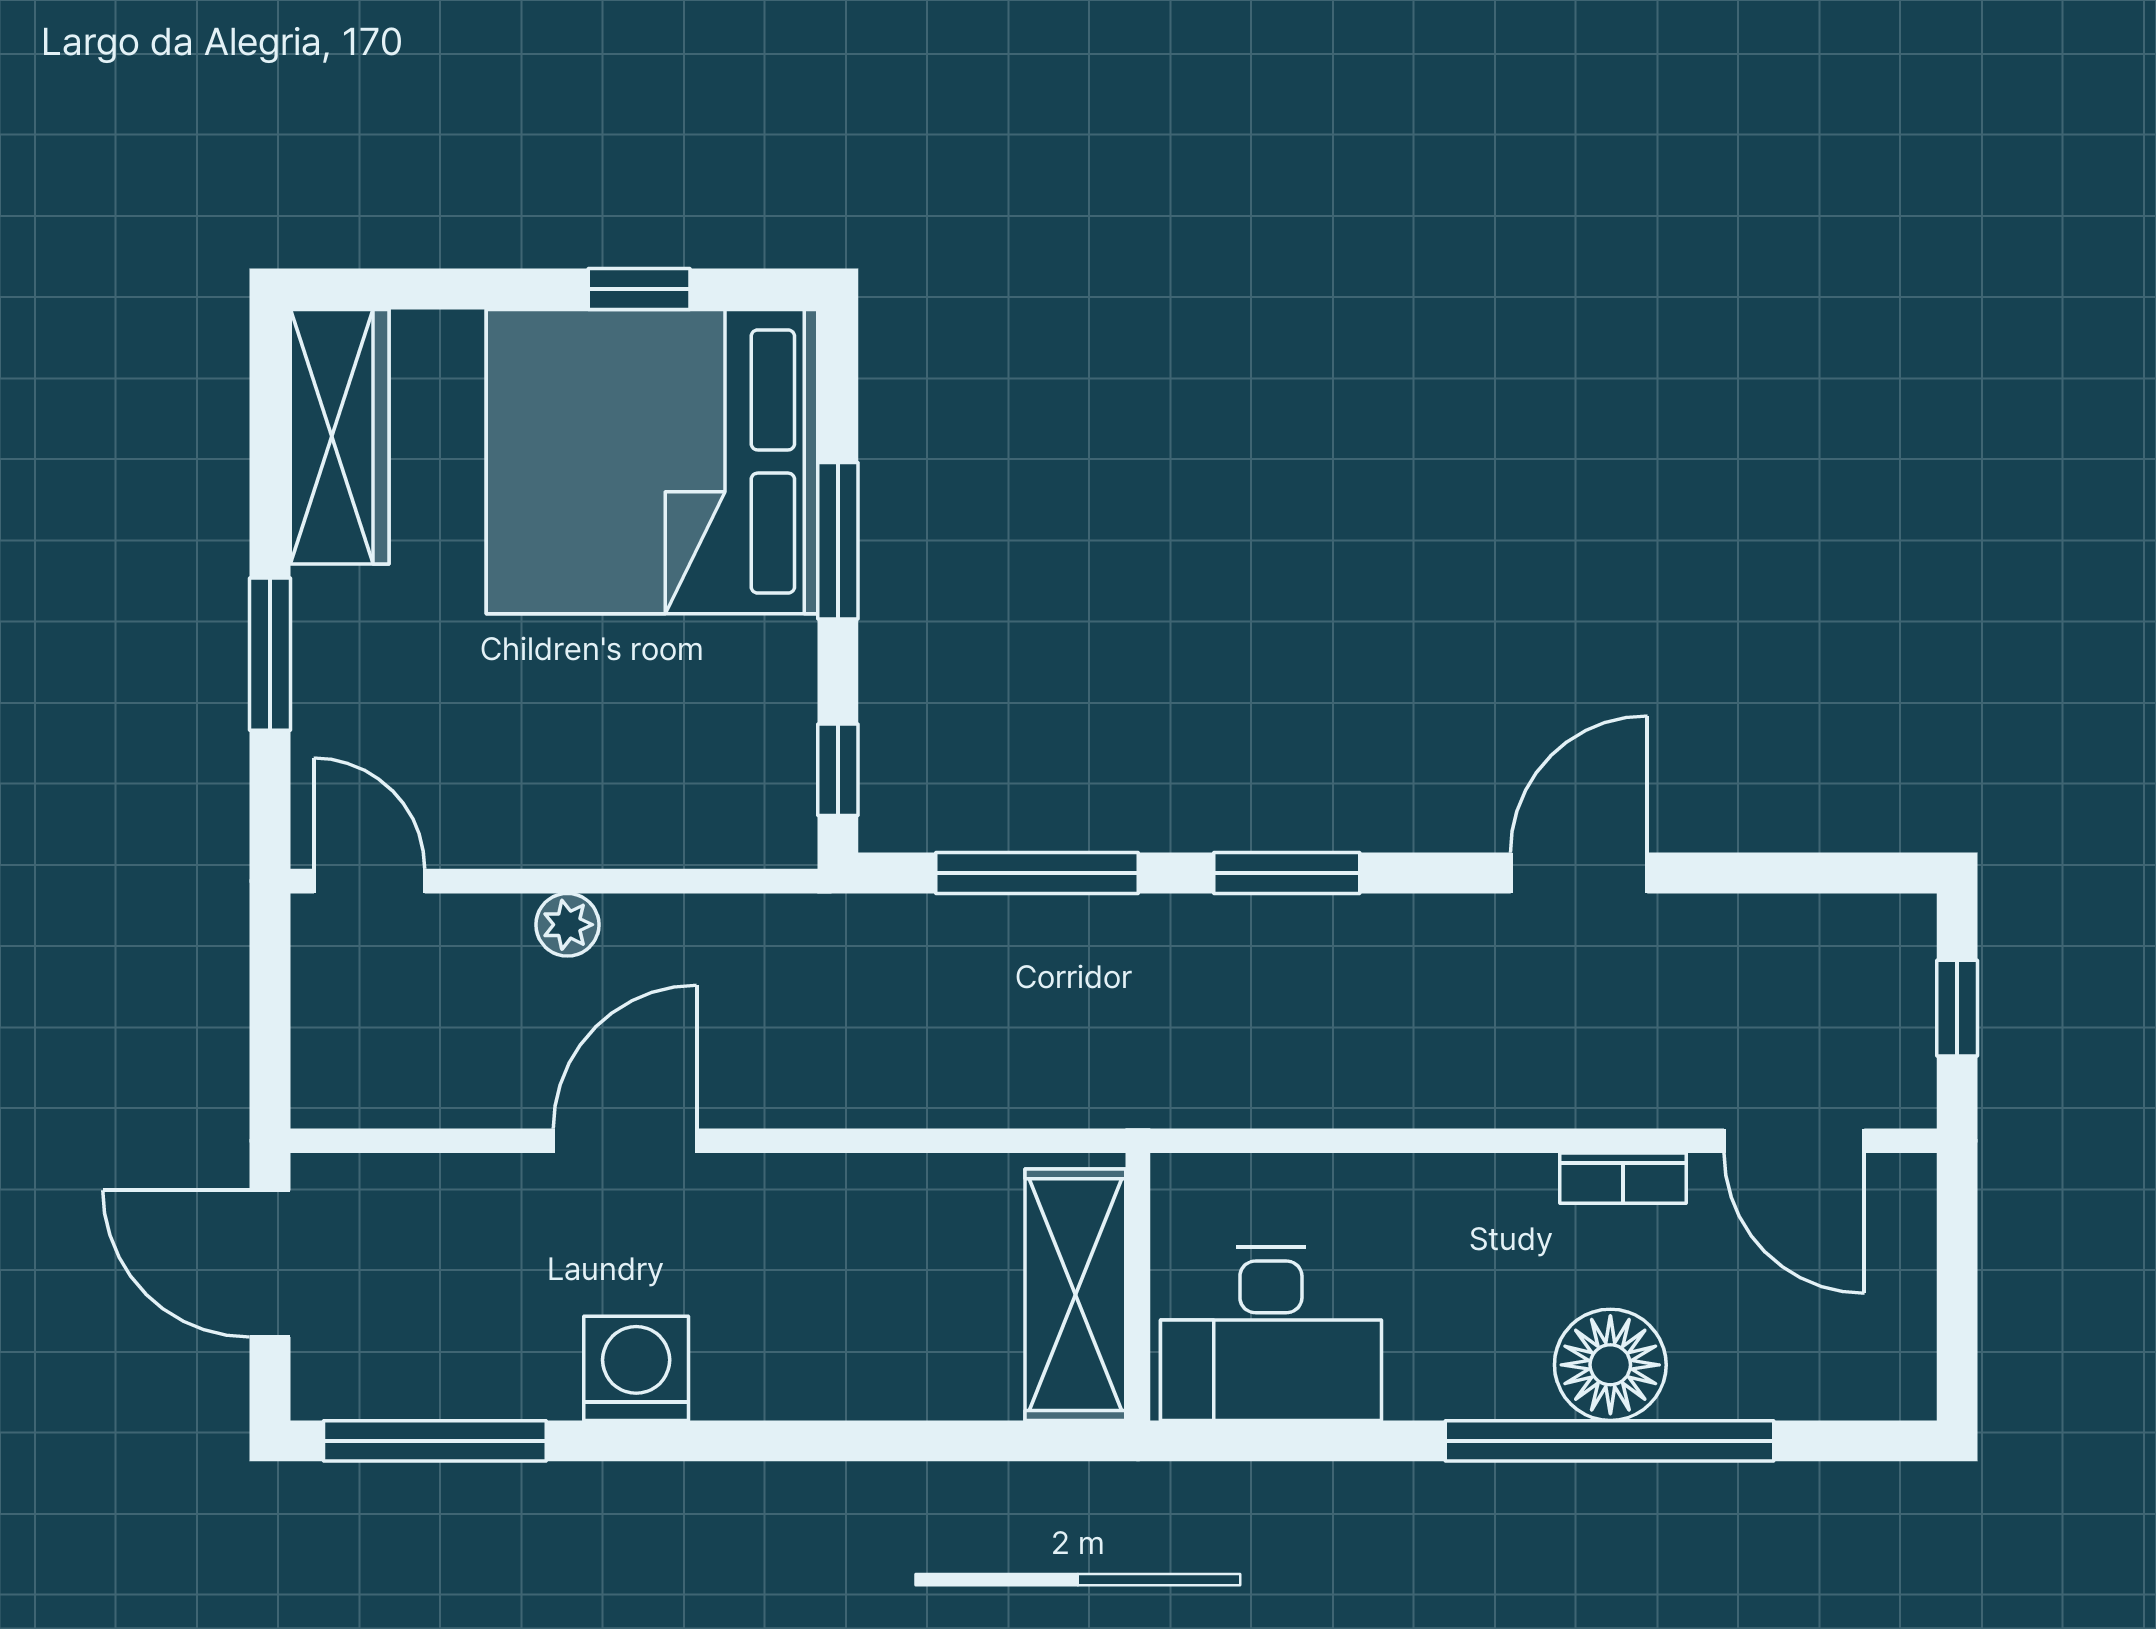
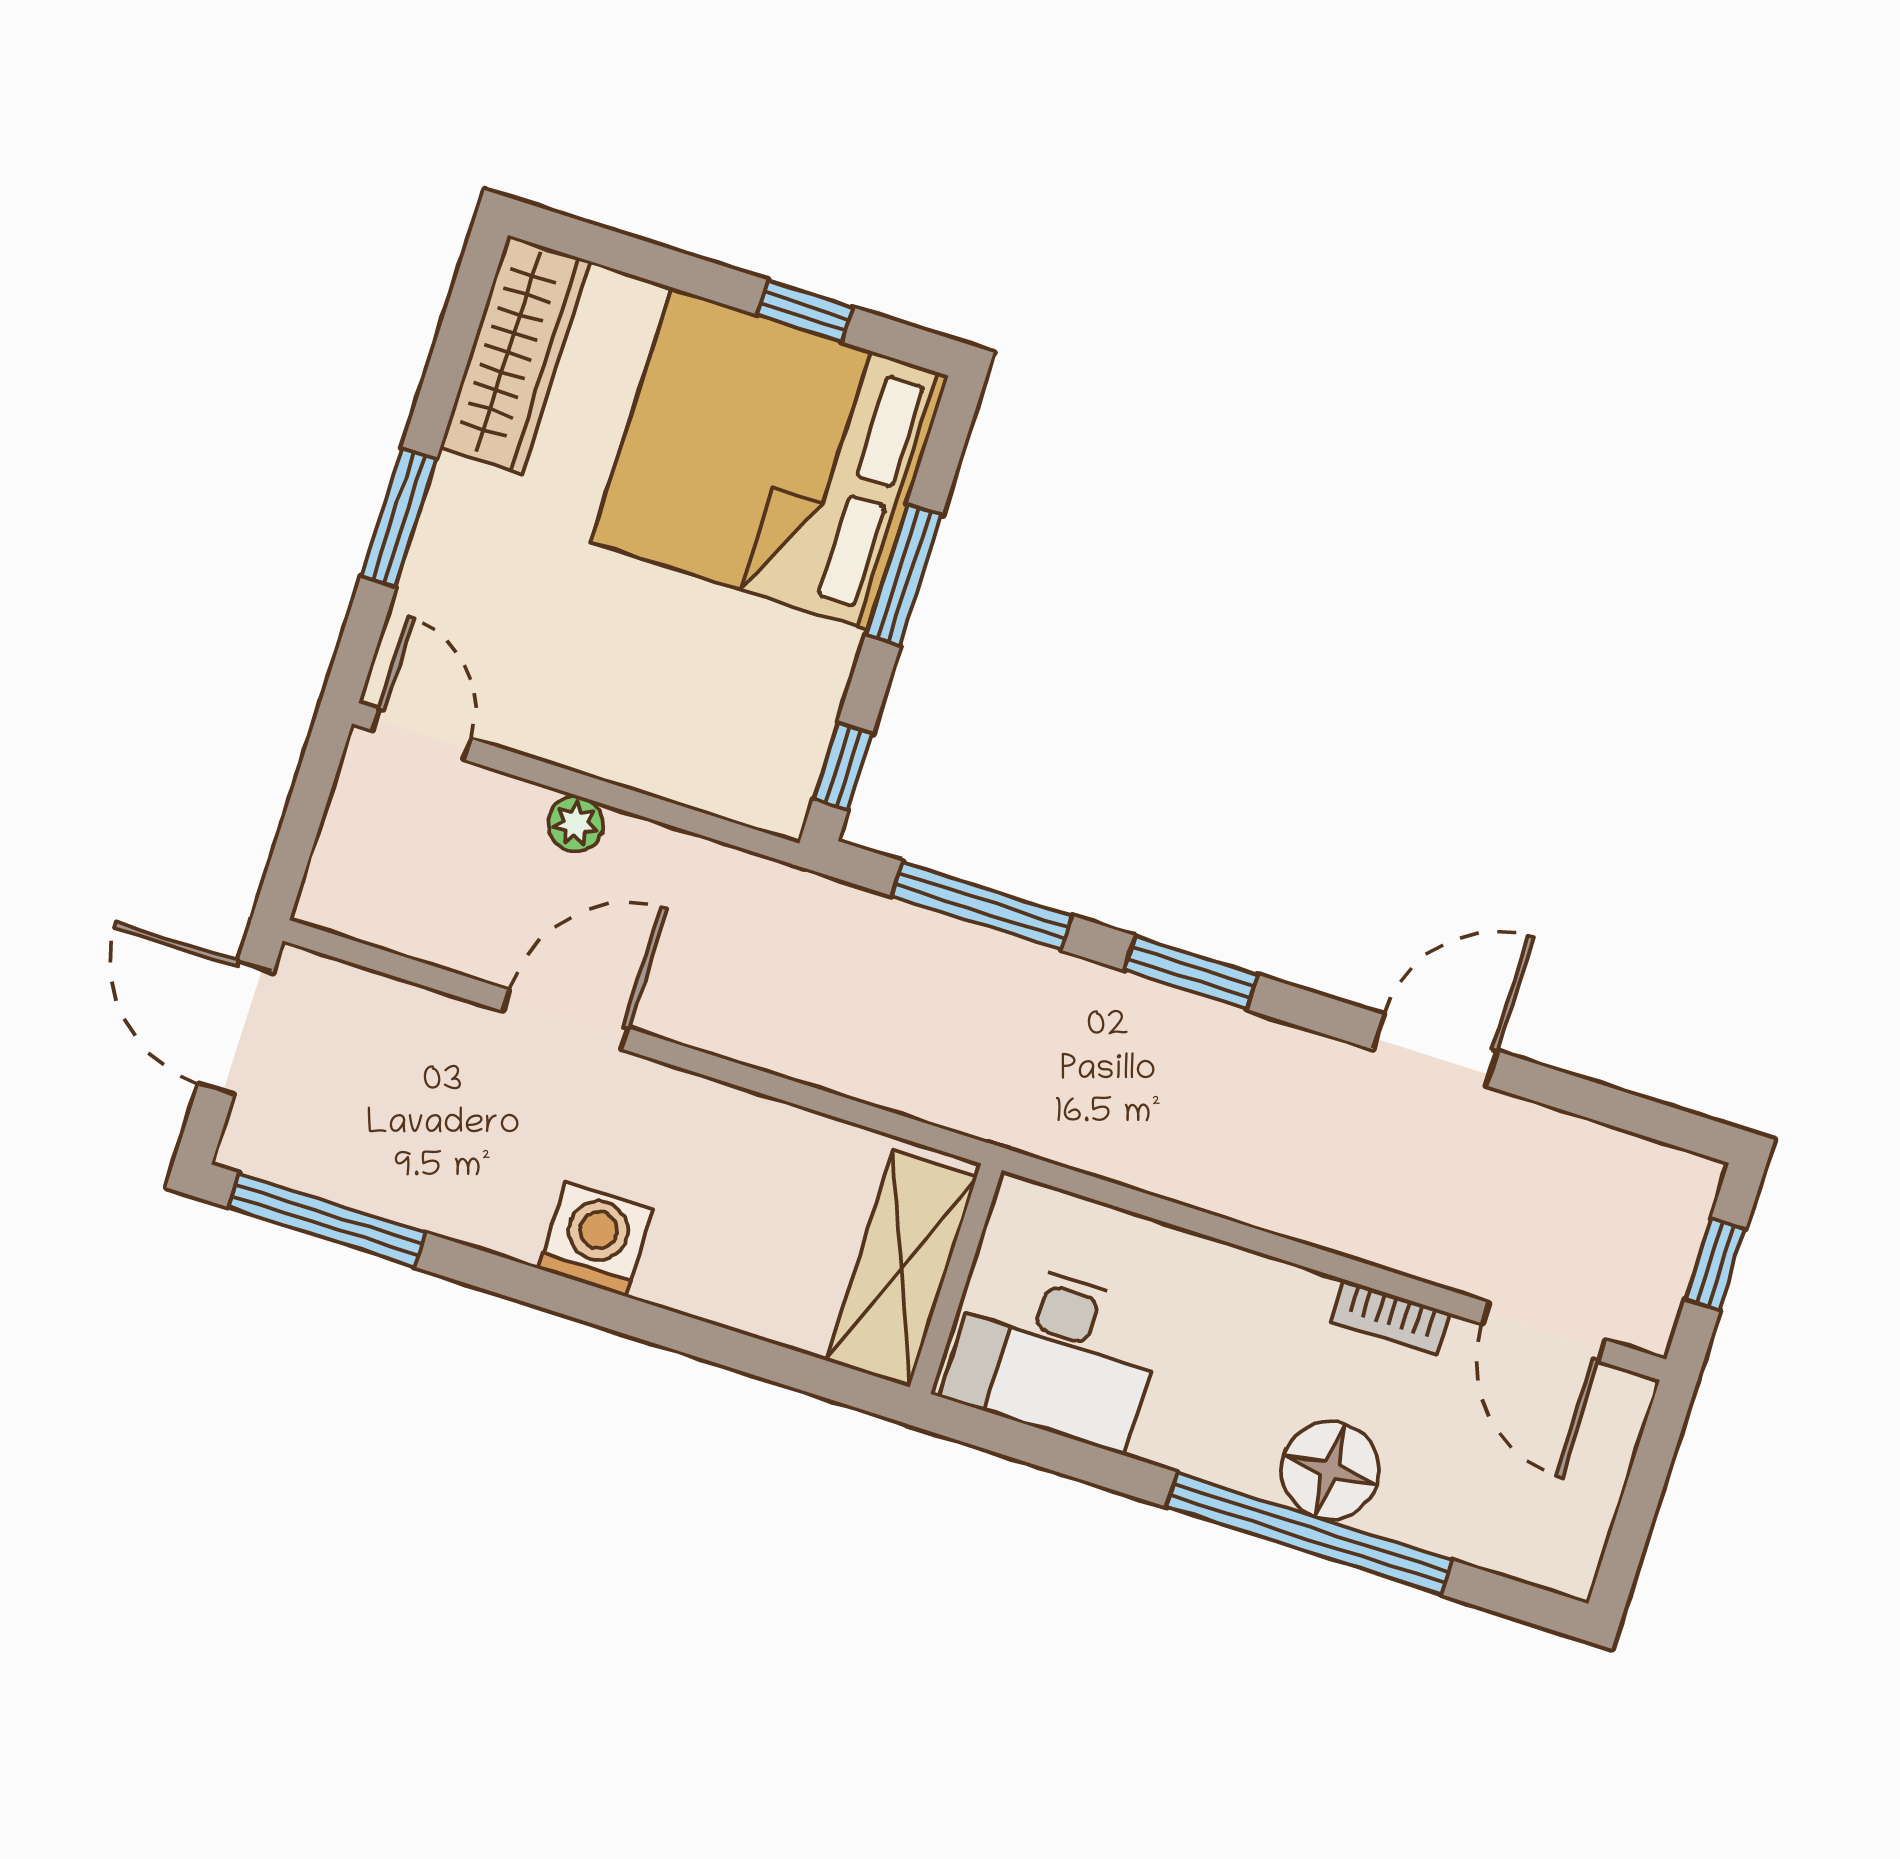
washing machine: (636, 1368) -> (596, 1239), moved

